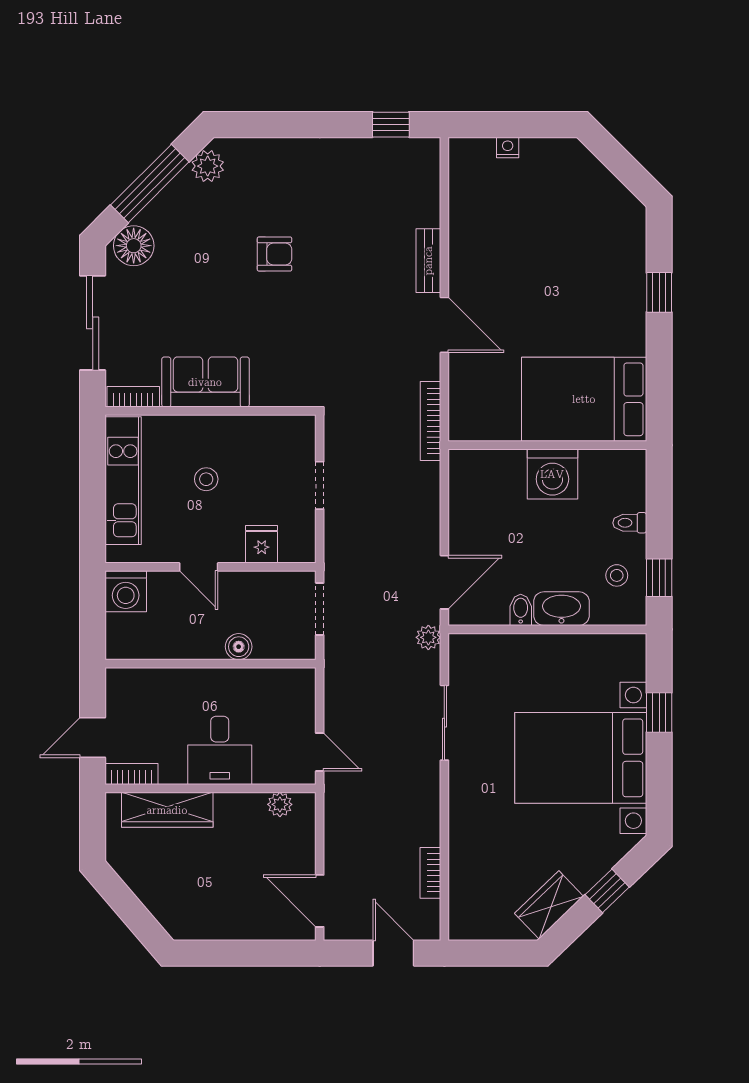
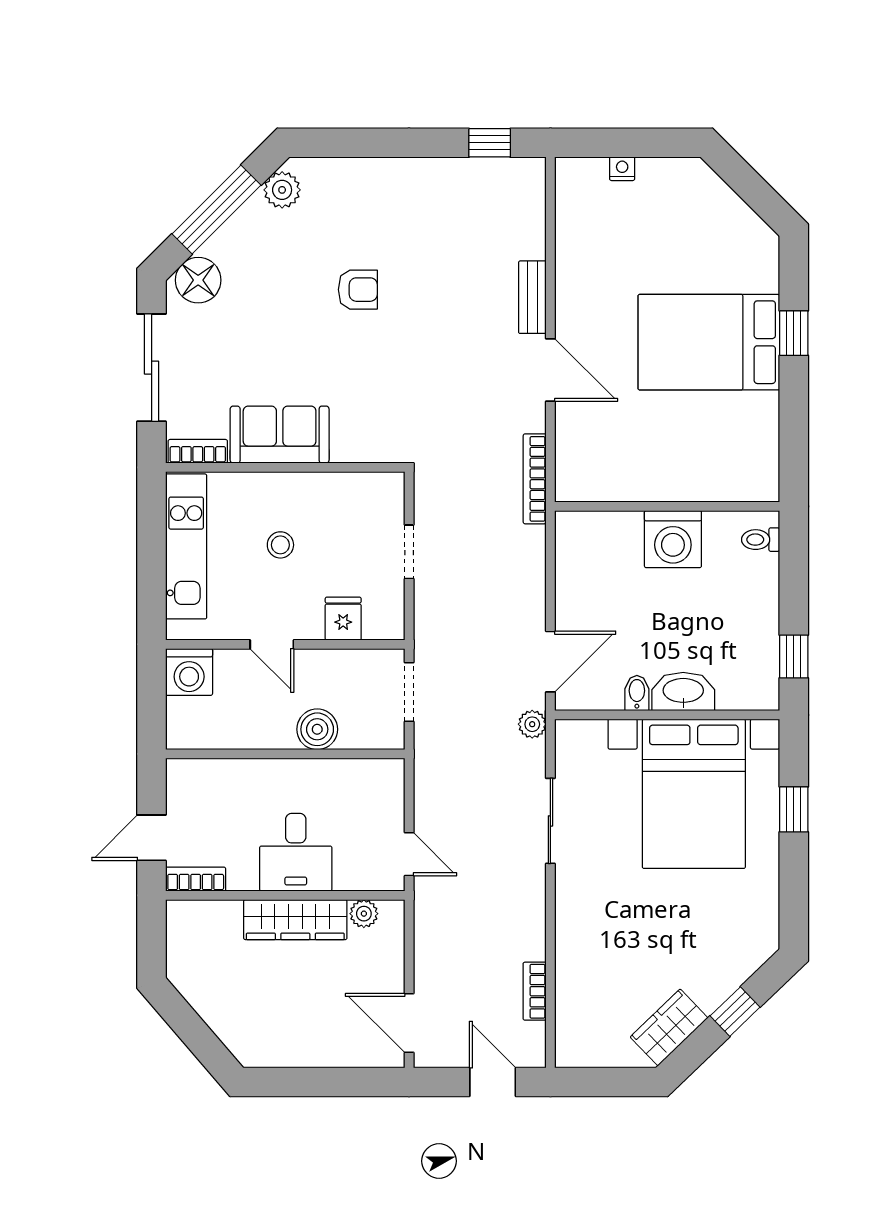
bed: (584, 399) -> (709, 342), moved
toilet: (630, 523) -> (761, 540), moved
stool: (617, 575) -> (746, 654), removed
boiler: (239, 647) -> (317, 729), width x1.36, depth x1.36
bed with nightstands: (581, 758) -> (694, 794), moved, turned -90
wardrobe: (167, 810) -> (295, 920), moved

